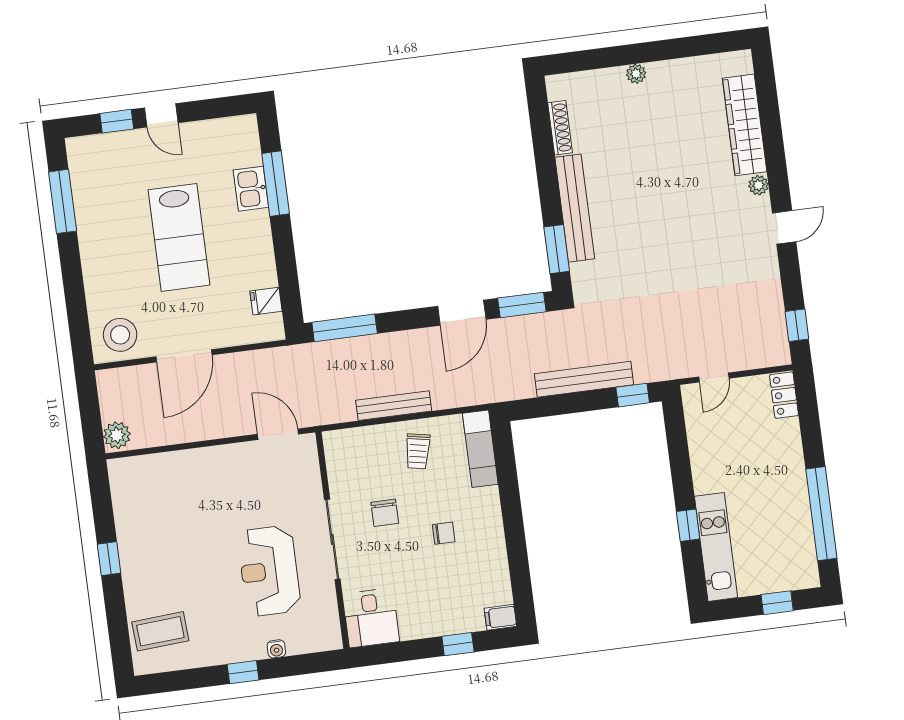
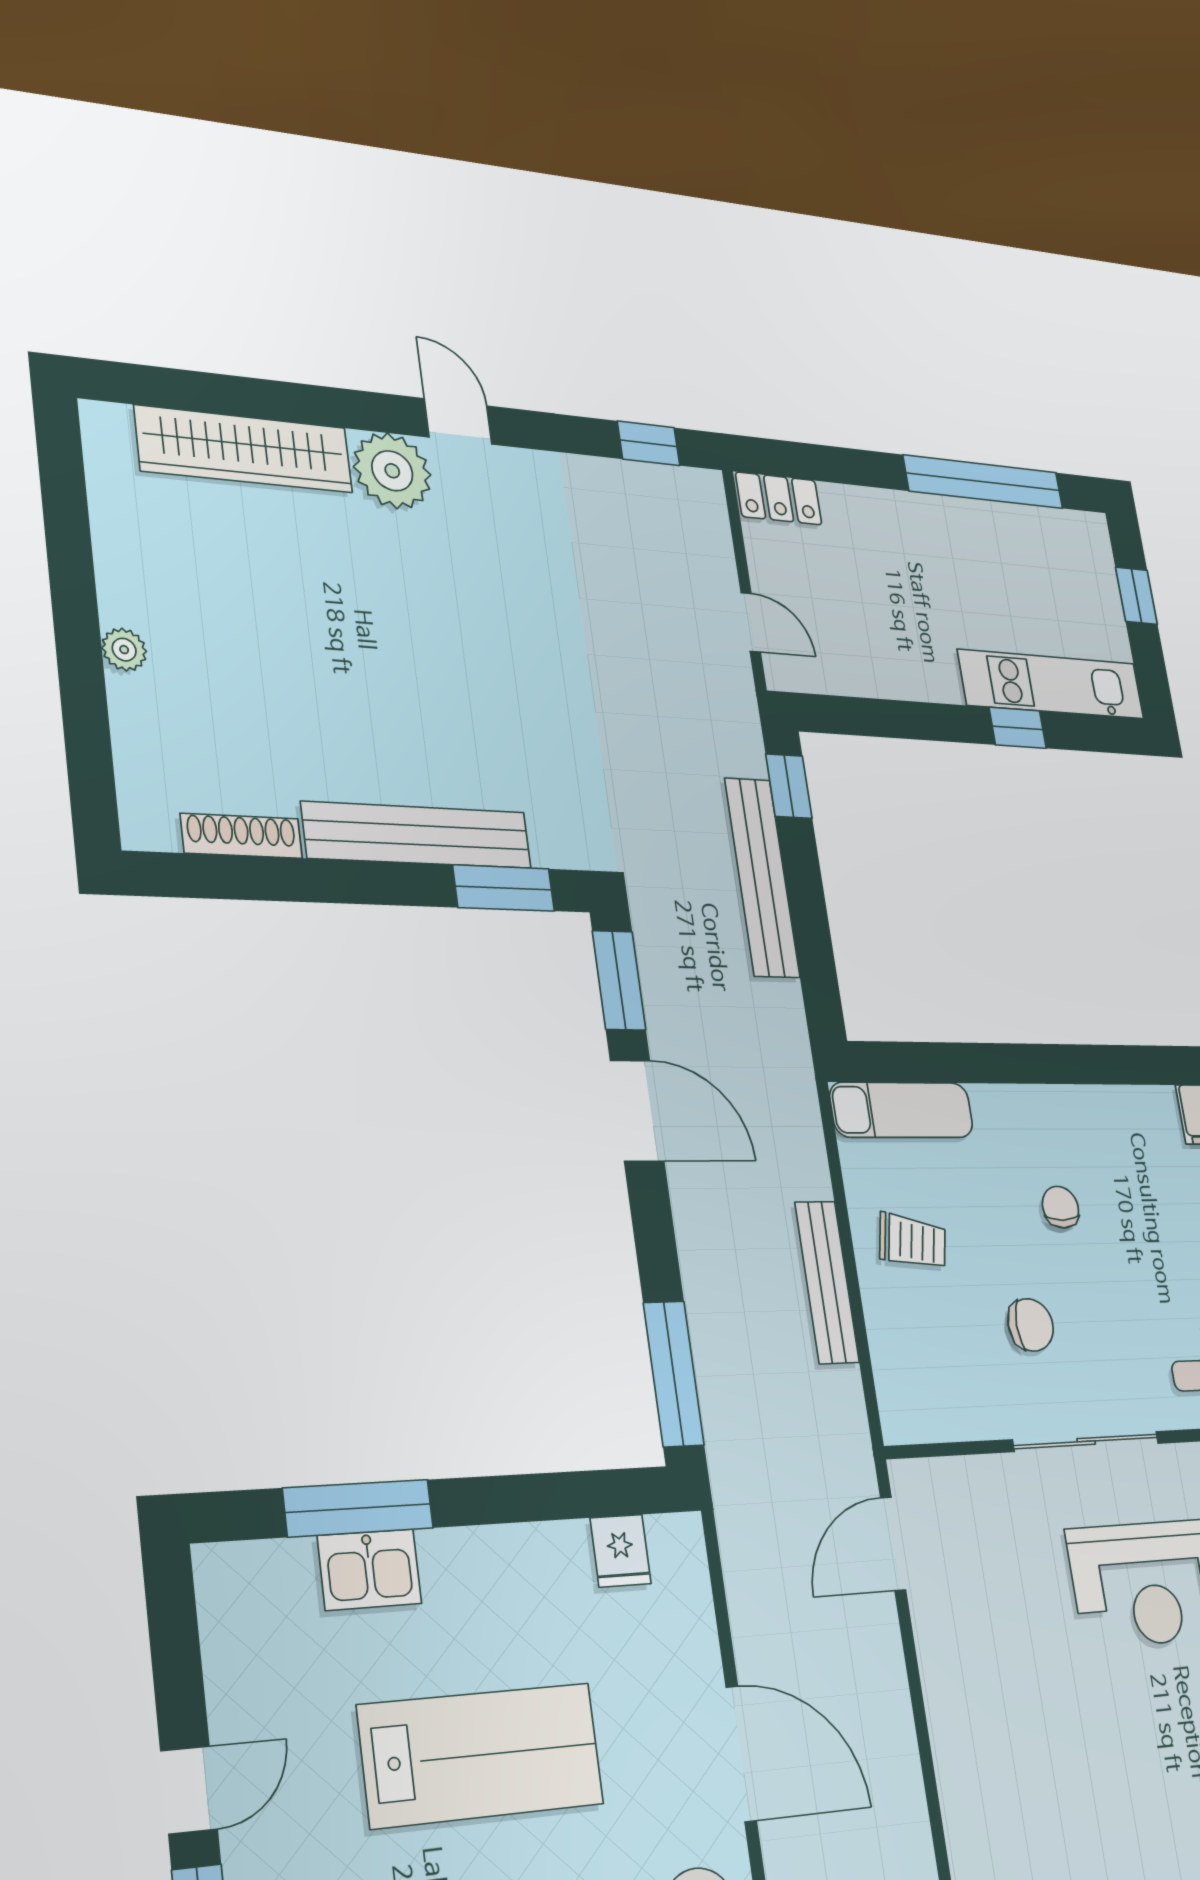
plant: (758, 185) -> (392, 471), width x1.87, depth x1.87

